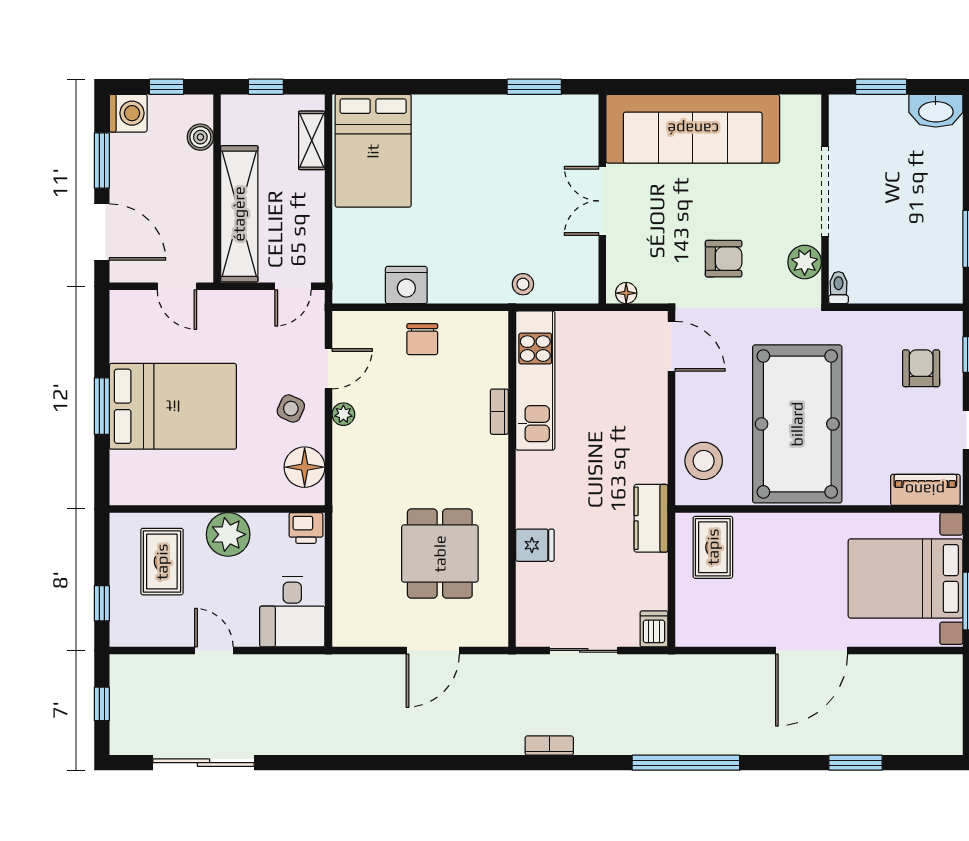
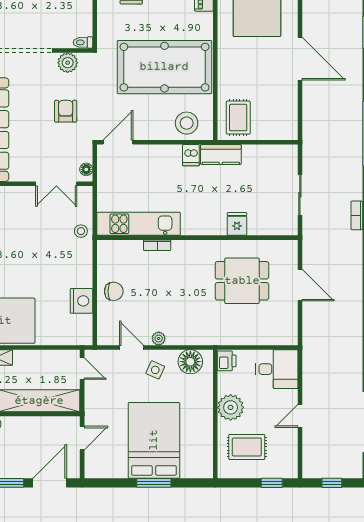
double door: (602, 201) -> (56, 184), moved
rug: (713, 547) -> (238, 118), turned 90
dishwasher: (654, 629) -> (191, 155), moved, turned -90

